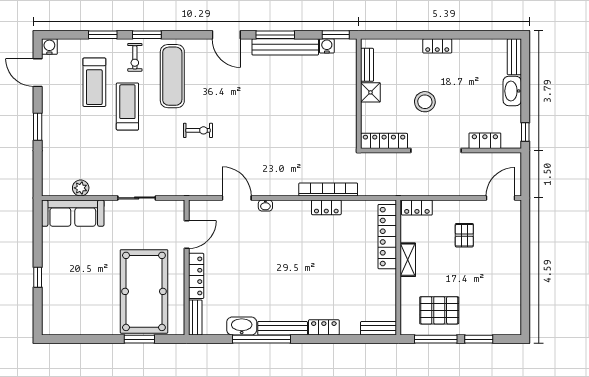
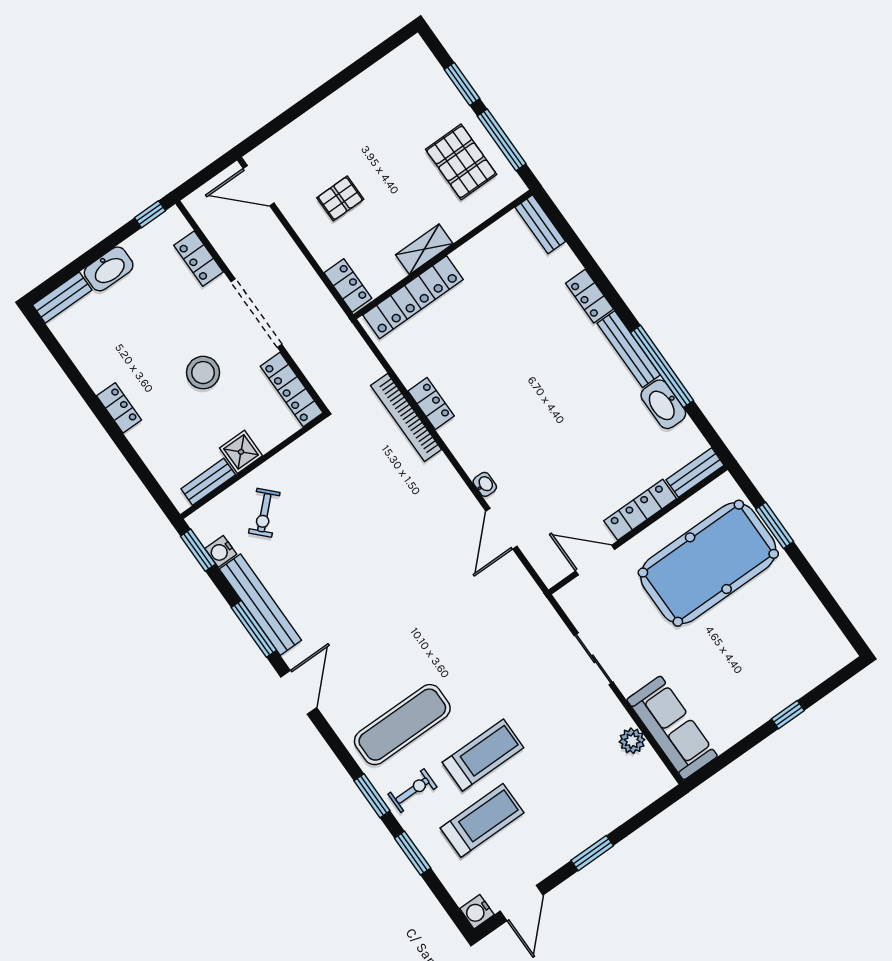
treadmill: (127, 106) -> (483, 755), turned 180
exercise bike: (198, 130) -> (264, 513), moved, turned -134

